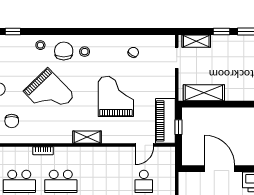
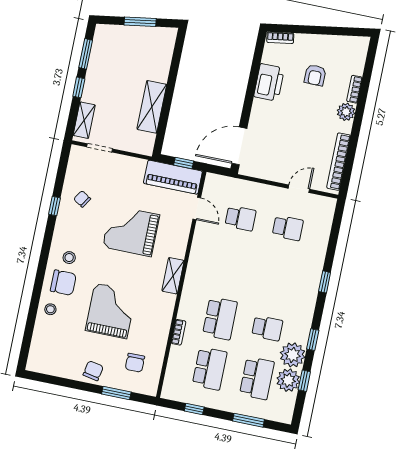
window: (13, 31) -> (54, 206), moved
chair: (64, 51) -> (63, 283), turned 180
grand piano: (49, 93) -> (111, 311), turned -46
shelving: (204, 93) -> (152, 107), moved
chair: (12, 121) -> (135, 363), turned 90
door: (220, 169) -> (239, 146), moved

